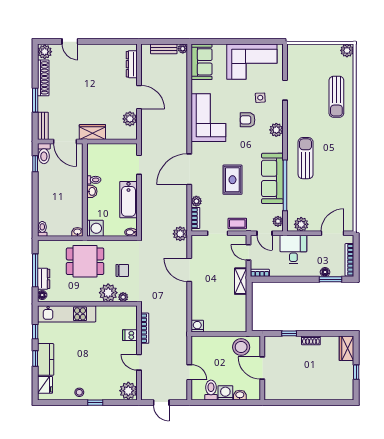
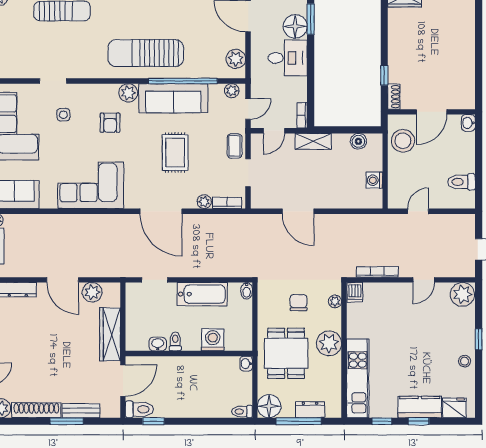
door: (139, 97) -> (63, 280), swing flipped
armchair: (248, 120) -> (110, 123), moved
bench: (43, 126) -> (81, 411), moved
plant: (276, 130) -> (128, 93), moved
wardrobe: (92, 132) -> (110, 334), width x1.50
sun lounger: (306, 158) -> (146, 53), width x1.36, depth x1.34
rug: (232, 180) -> (175, 153), turned 90
washbasin: (92, 191) -> (158, 344), moved
washing machine: (95, 228) -> (213, 340), moved
plant: (180, 234) -> (249, 224), removed
desk: (293, 250) -> (288, 58), moved, turned 180
door: (189, 270) -> (298, 211), hinge flipped
floor lamp: (325, 272) -> (295, 27), width x1.89, depth x1.89
plant: (108, 293) -> (329, 343), moved
floor lamp: (42, 295) -> (269, 406), moved, width x1.89, depth x1.89
boiler: (241, 314) -> (358, 141), added
washing machine: (197, 326) -> (374, 180), moved
dishwasher: (130, 335) -> (355, 292), moved
shoe rack: (311, 340) -> (394, 97), moved
door: (189, 372) -> (418, 211), moved
washing machine: (225, 393) -> (465, 162), removed
washbasin: (240, 395) -> (468, 123), moved

